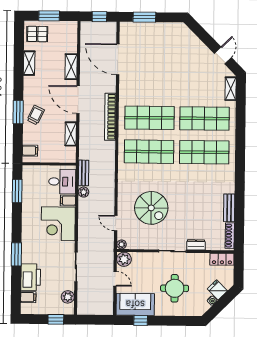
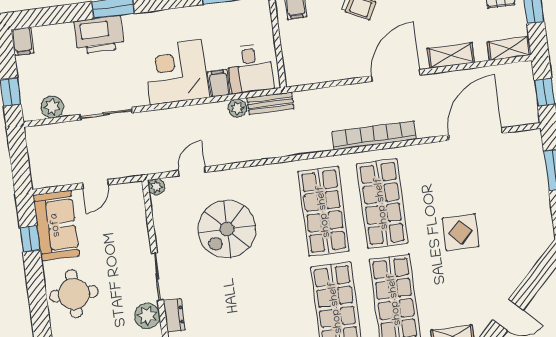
display table: (172, 76) -> (461, 232), added
shelving: (71, 134) -> (509, 49), moved
plant: (124, 259) -> (147, 316), moved
printer: (31, 277) -> (99, 35), moved
round table: (175, 288) -> (74, 294), moved
filing cabinet: (28, 297) -> (22, 41), moved

